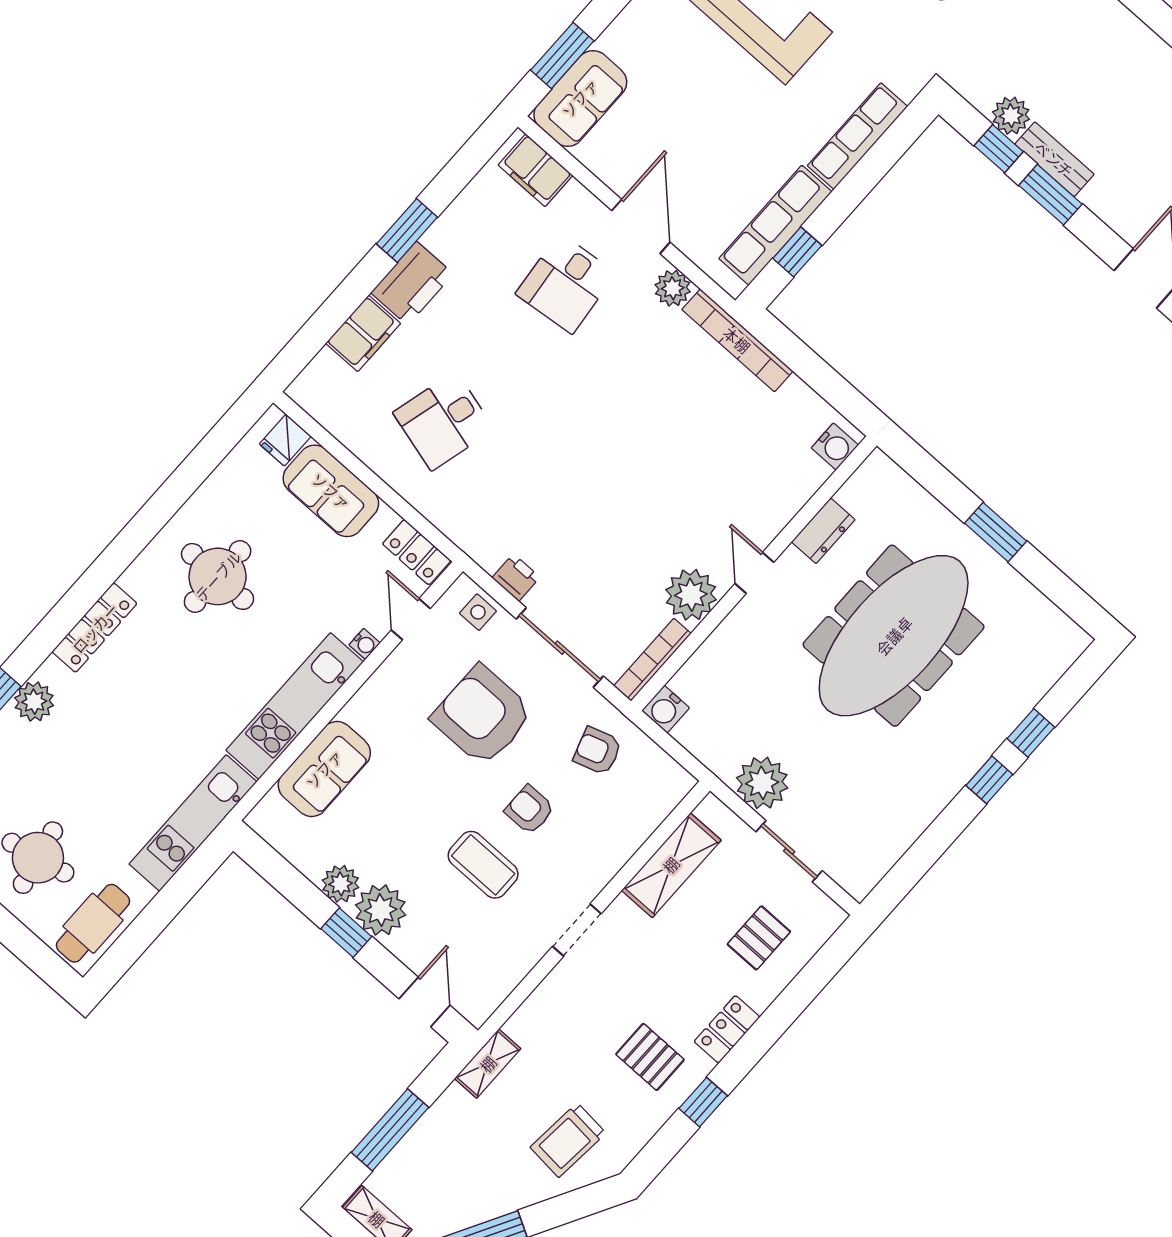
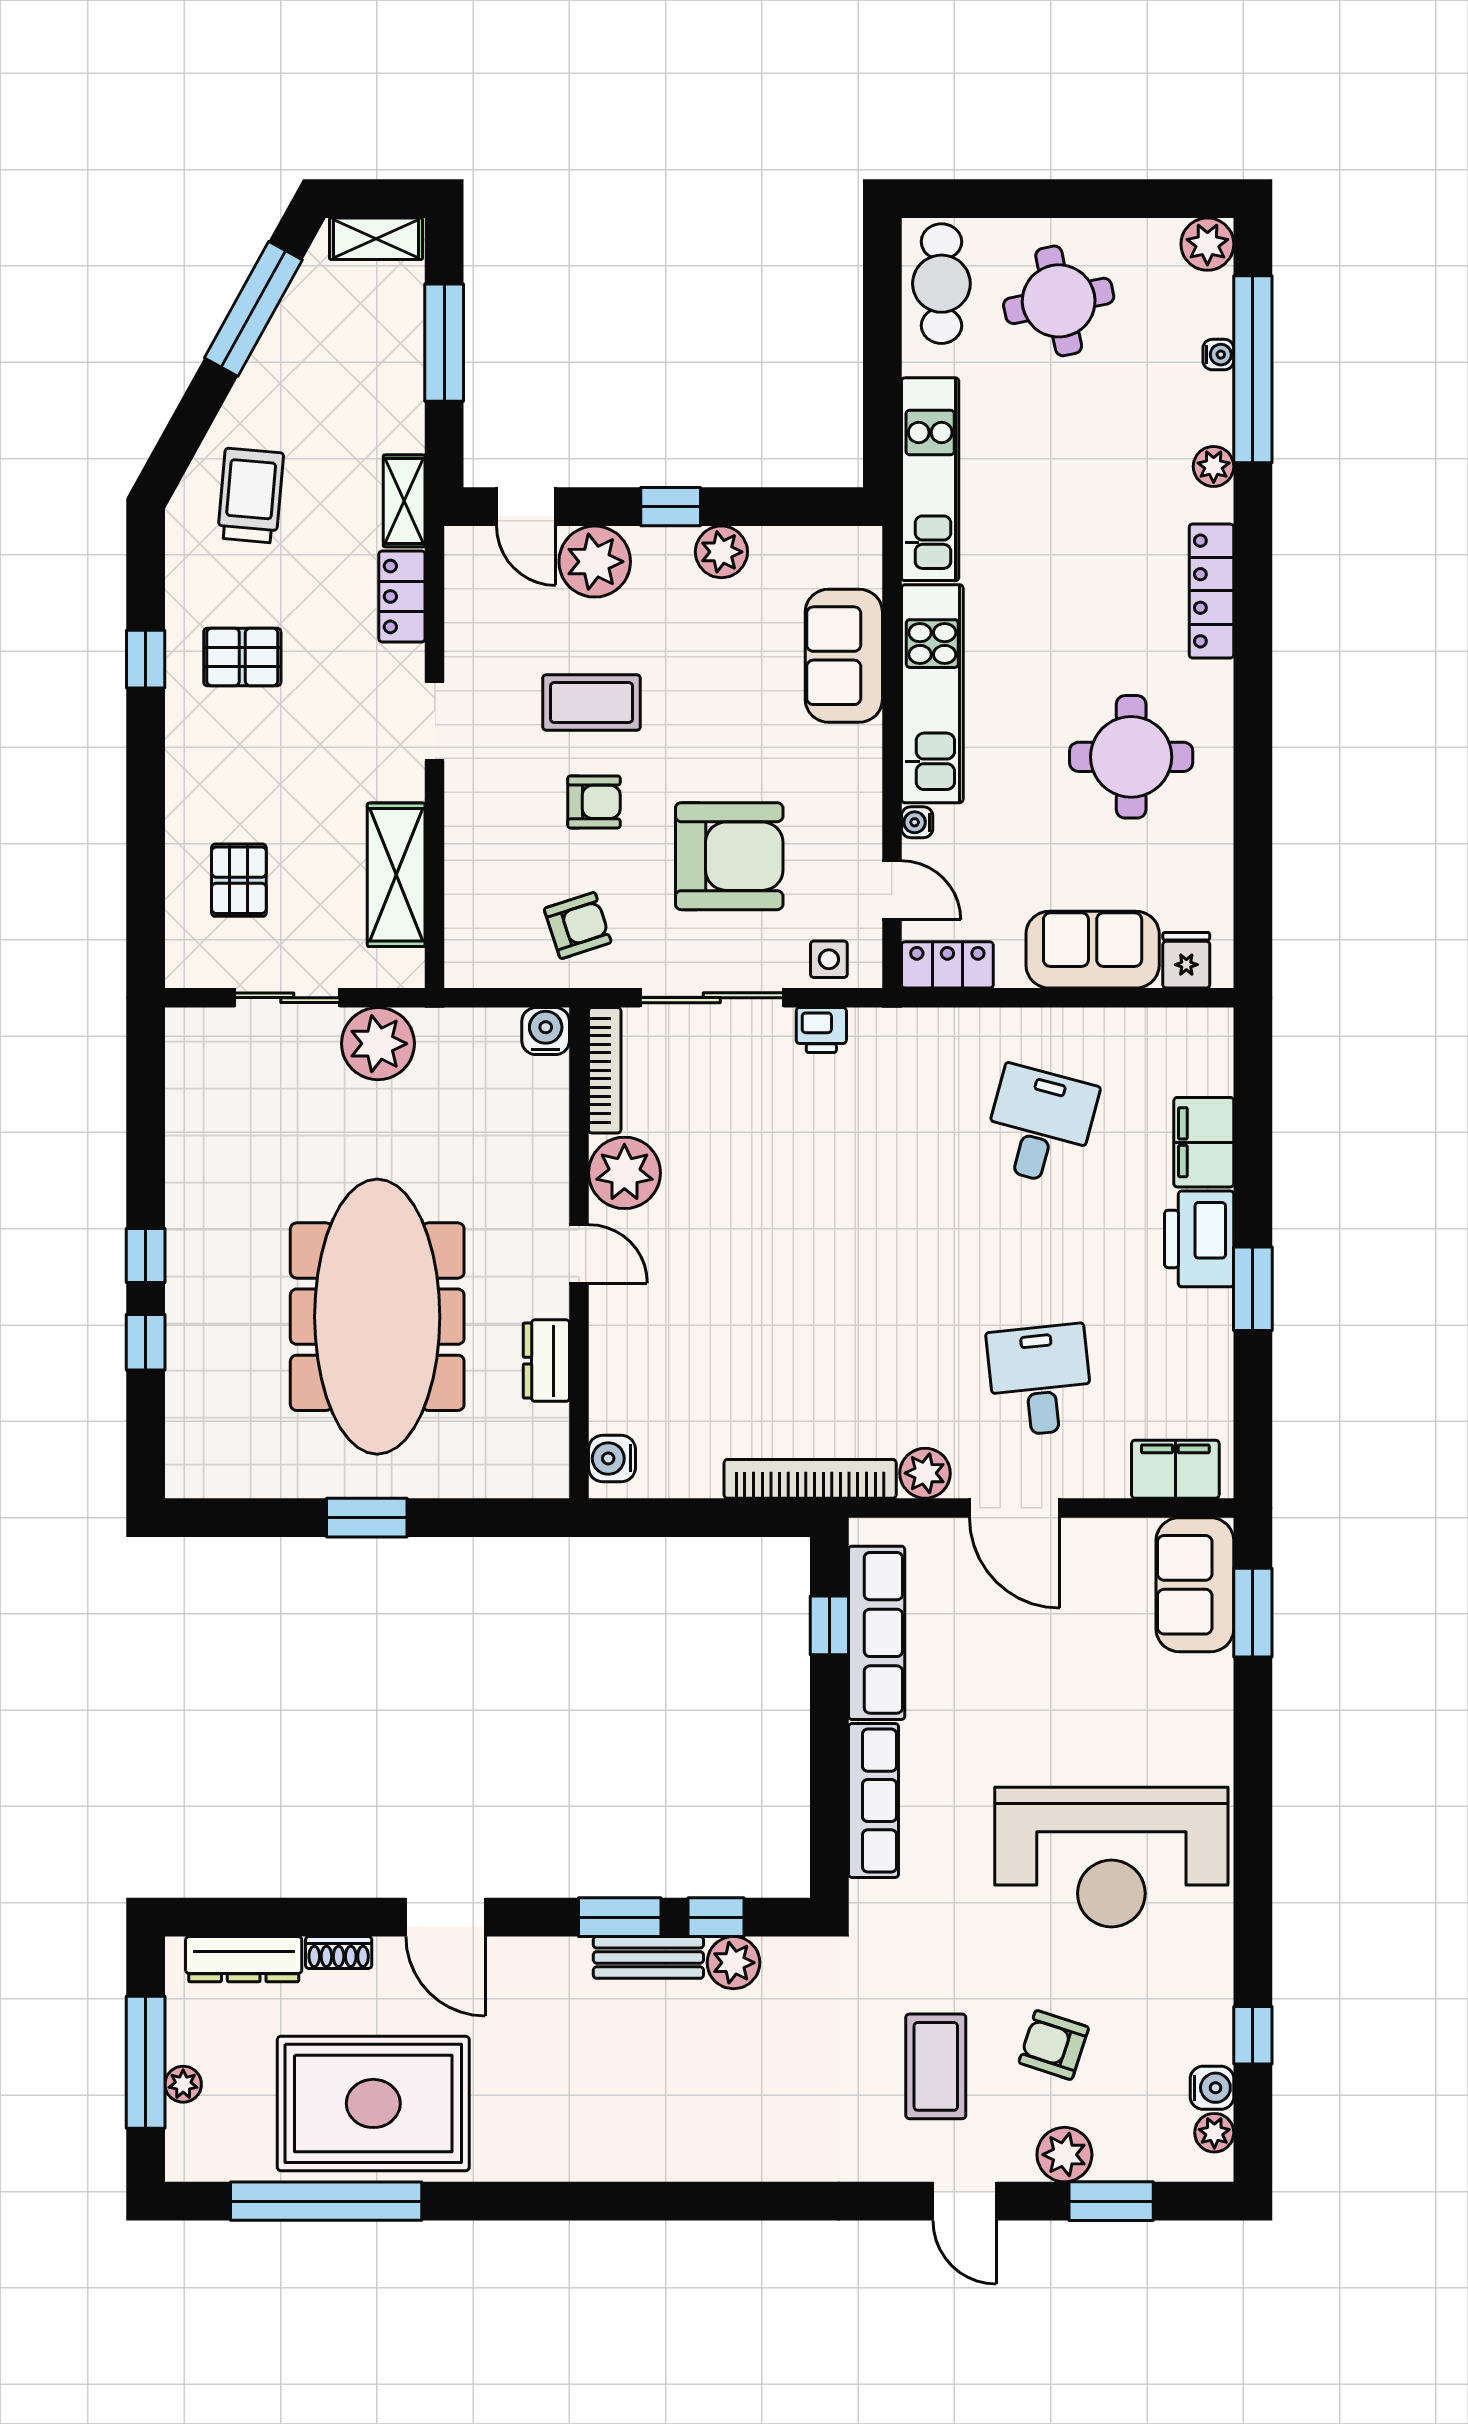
plant: (34, 702) -> (1214, 466), width x0.73, depth x0.73
plant: (381, 910) -> (595, 562), moved
locker: (727, 1029) -> (402, 596), moved, turned 180

